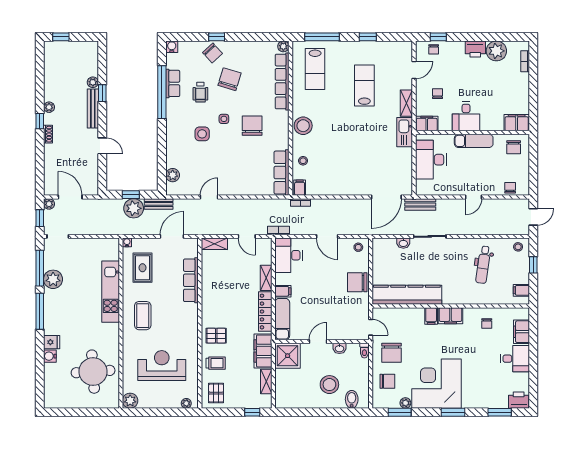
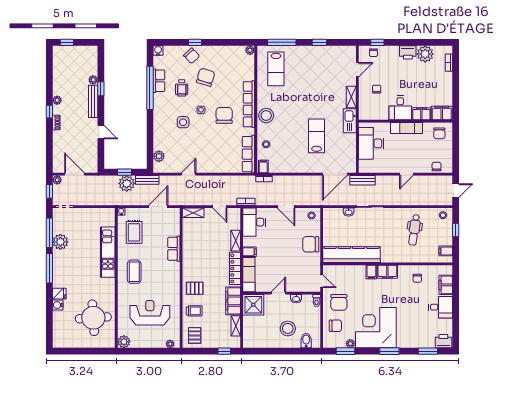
row of seats: (282, 82) -> (249, 104), moved
lab bench: (364, 85) -> (317, 136), moved
filing cabinet: (427, 124) -> (421, 114), moved
row of seats: (191, 280) -> (174, 249), width x0.68

